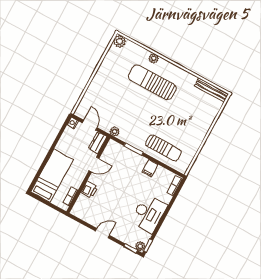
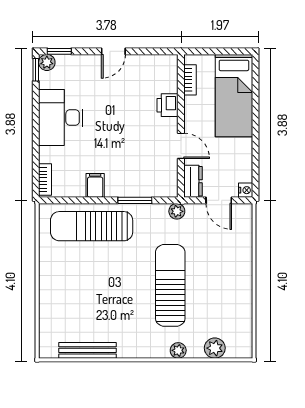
plant: (120, 41) -> (215, 348), moved
sun lounger: (152, 82) -> (170, 285), moved, turned -90
bench: (212, 90) -> (88, 350), moved
sun lounger: (163, 148) -> (92, 226), width x1.36, depth x1.34
door: (94, 164) -> (181, 146), swing flipped

